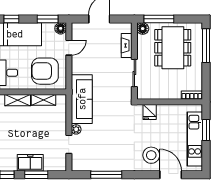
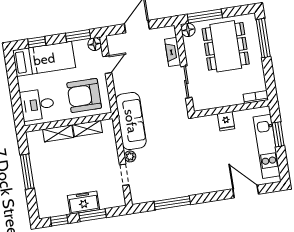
fridge: (150, 112) -> (226, 121), moved
stool: (151, 155) -> (220, 173), removed

